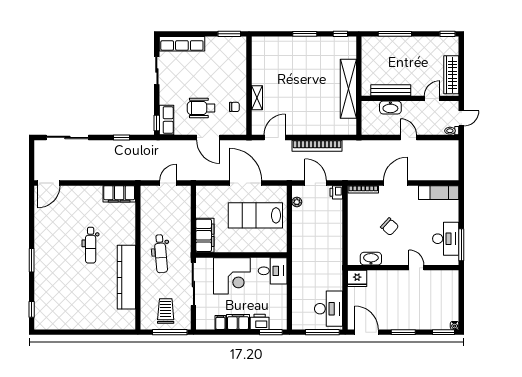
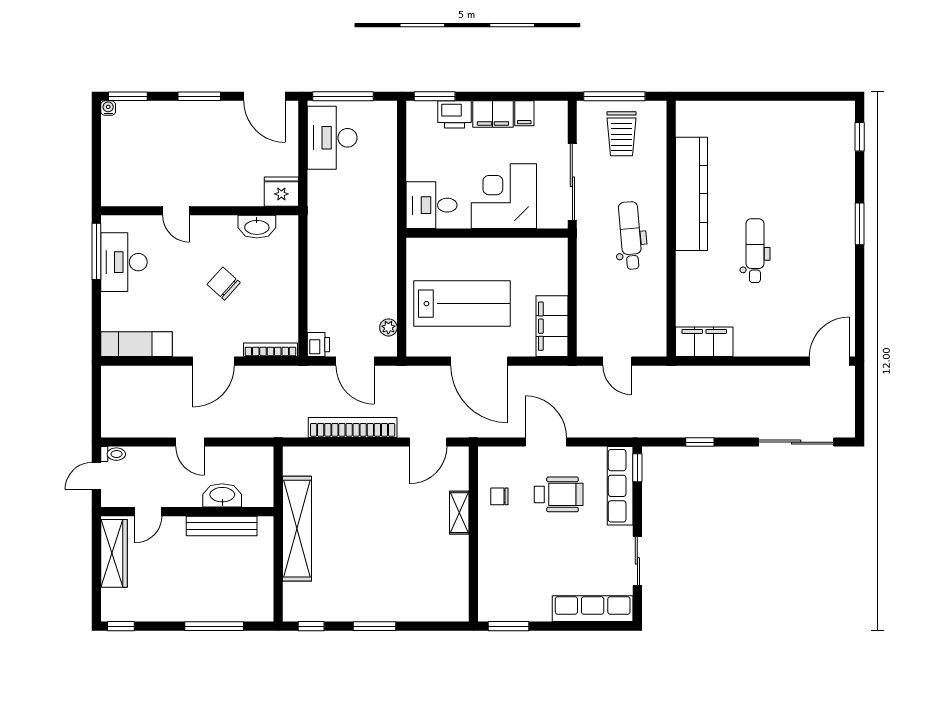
row of seats: (166, 120) -> (620, 486), width x1.48
door: (168, 183) -> (617, 361), hinge flipped
filing cabinet: (205, 235) -> (552, 326), moved

